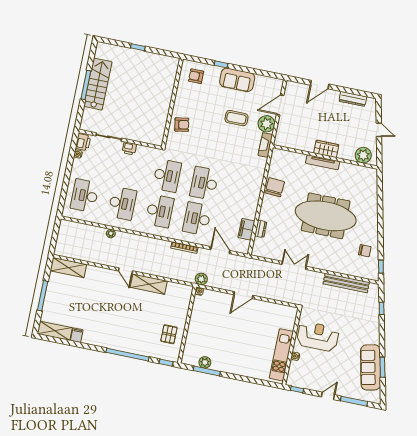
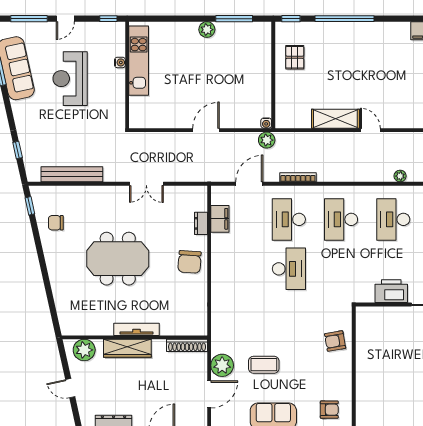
shoe rack: (289, 143) -> (187, 345), added
fireplace: (265, 145) -> (218, 337), removed
printer: (129, 148) -> (391, 291), width x1.87, depth x1.48
wardrobe: (326, 149) -> (127, 348), width x1.50
desk: (167, 176) -> (341, 269), removed
chair: (275, 187) -> (190, 262), moved
meeting table: (326, 216) -> (118, 259), width x0.73
desk: (197, 219) -> (289, 219), turned 180
door: (220, 250) -> (249, 184), swing flipped
reception desk: (318, 336) -> (70, 79), moved, turned 90
plant: (205, 362) -> (207, 30), moved

